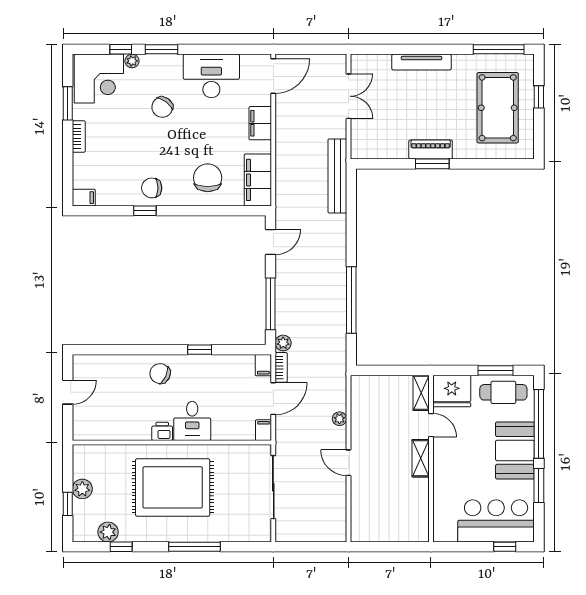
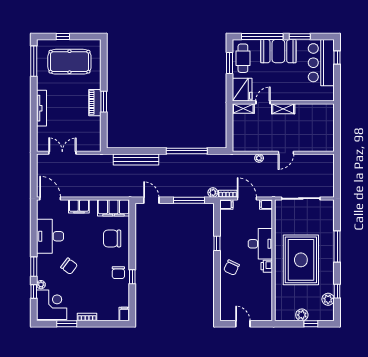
bench: (337, 176) -> (136, 159), moved
desk: (192, 421) -> (260, 244), width x1.37

